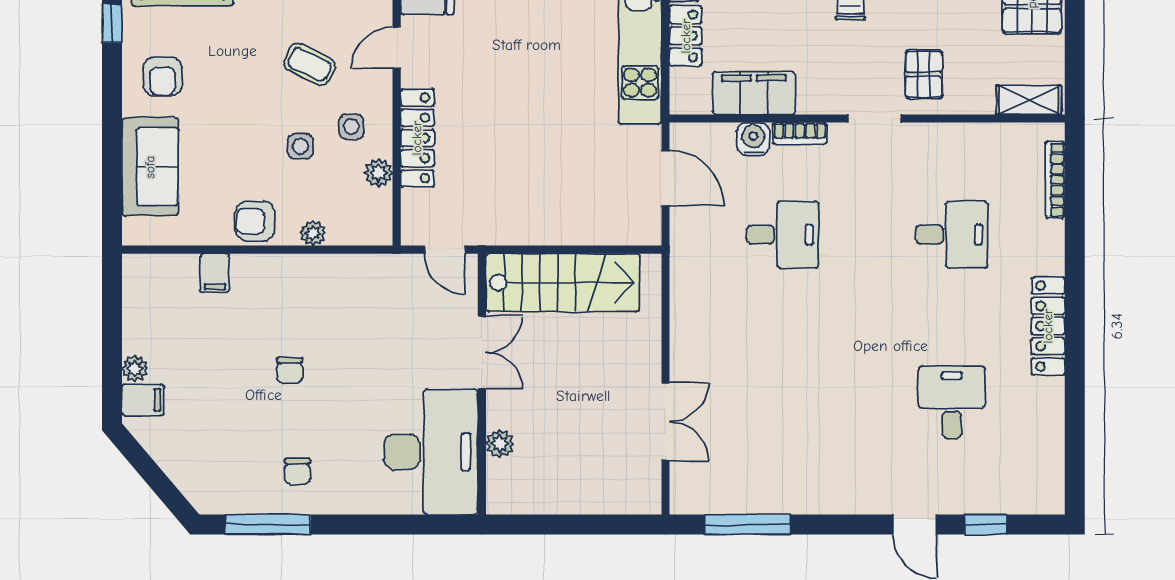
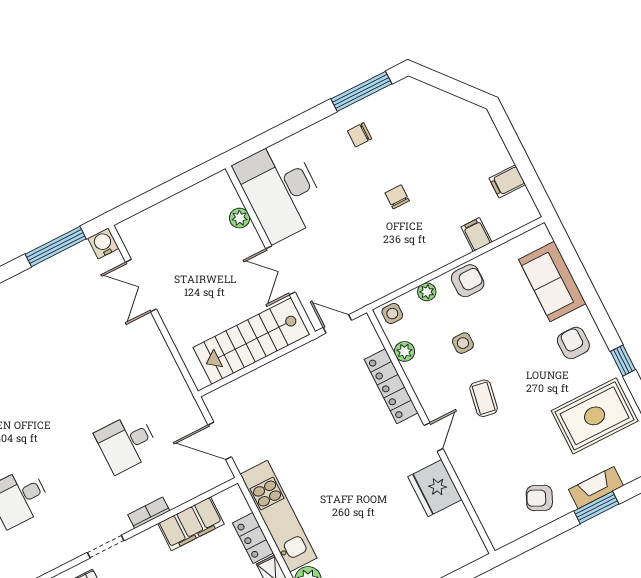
coffee table: (310, 64) -> (484, 398), turned 74
side table: (351, 127) -> (392, 314), moved
water cooler: (753, 139) -> (103, 243), moved, turned 180
plant: (135, 369) -> (497, 148), removed
filing cabinet: (143, 400) -> (507, 181), moved
chair: (297, 471) -> (360, 135), turned -90

